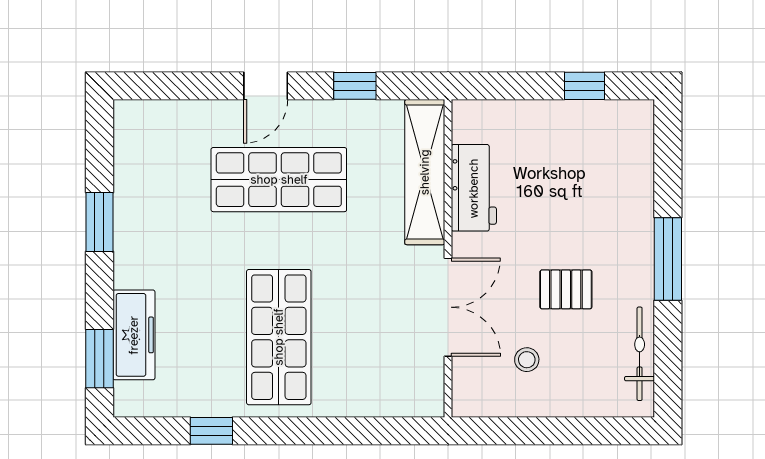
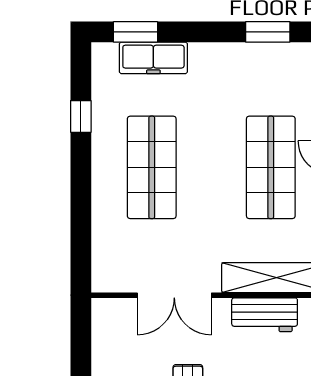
window: (99, 222) -> (268, 32), moved
shop shelf: (279, 337) -> (152, 167), turned 90
stool: (527, 360) -> (135, 355), removed

